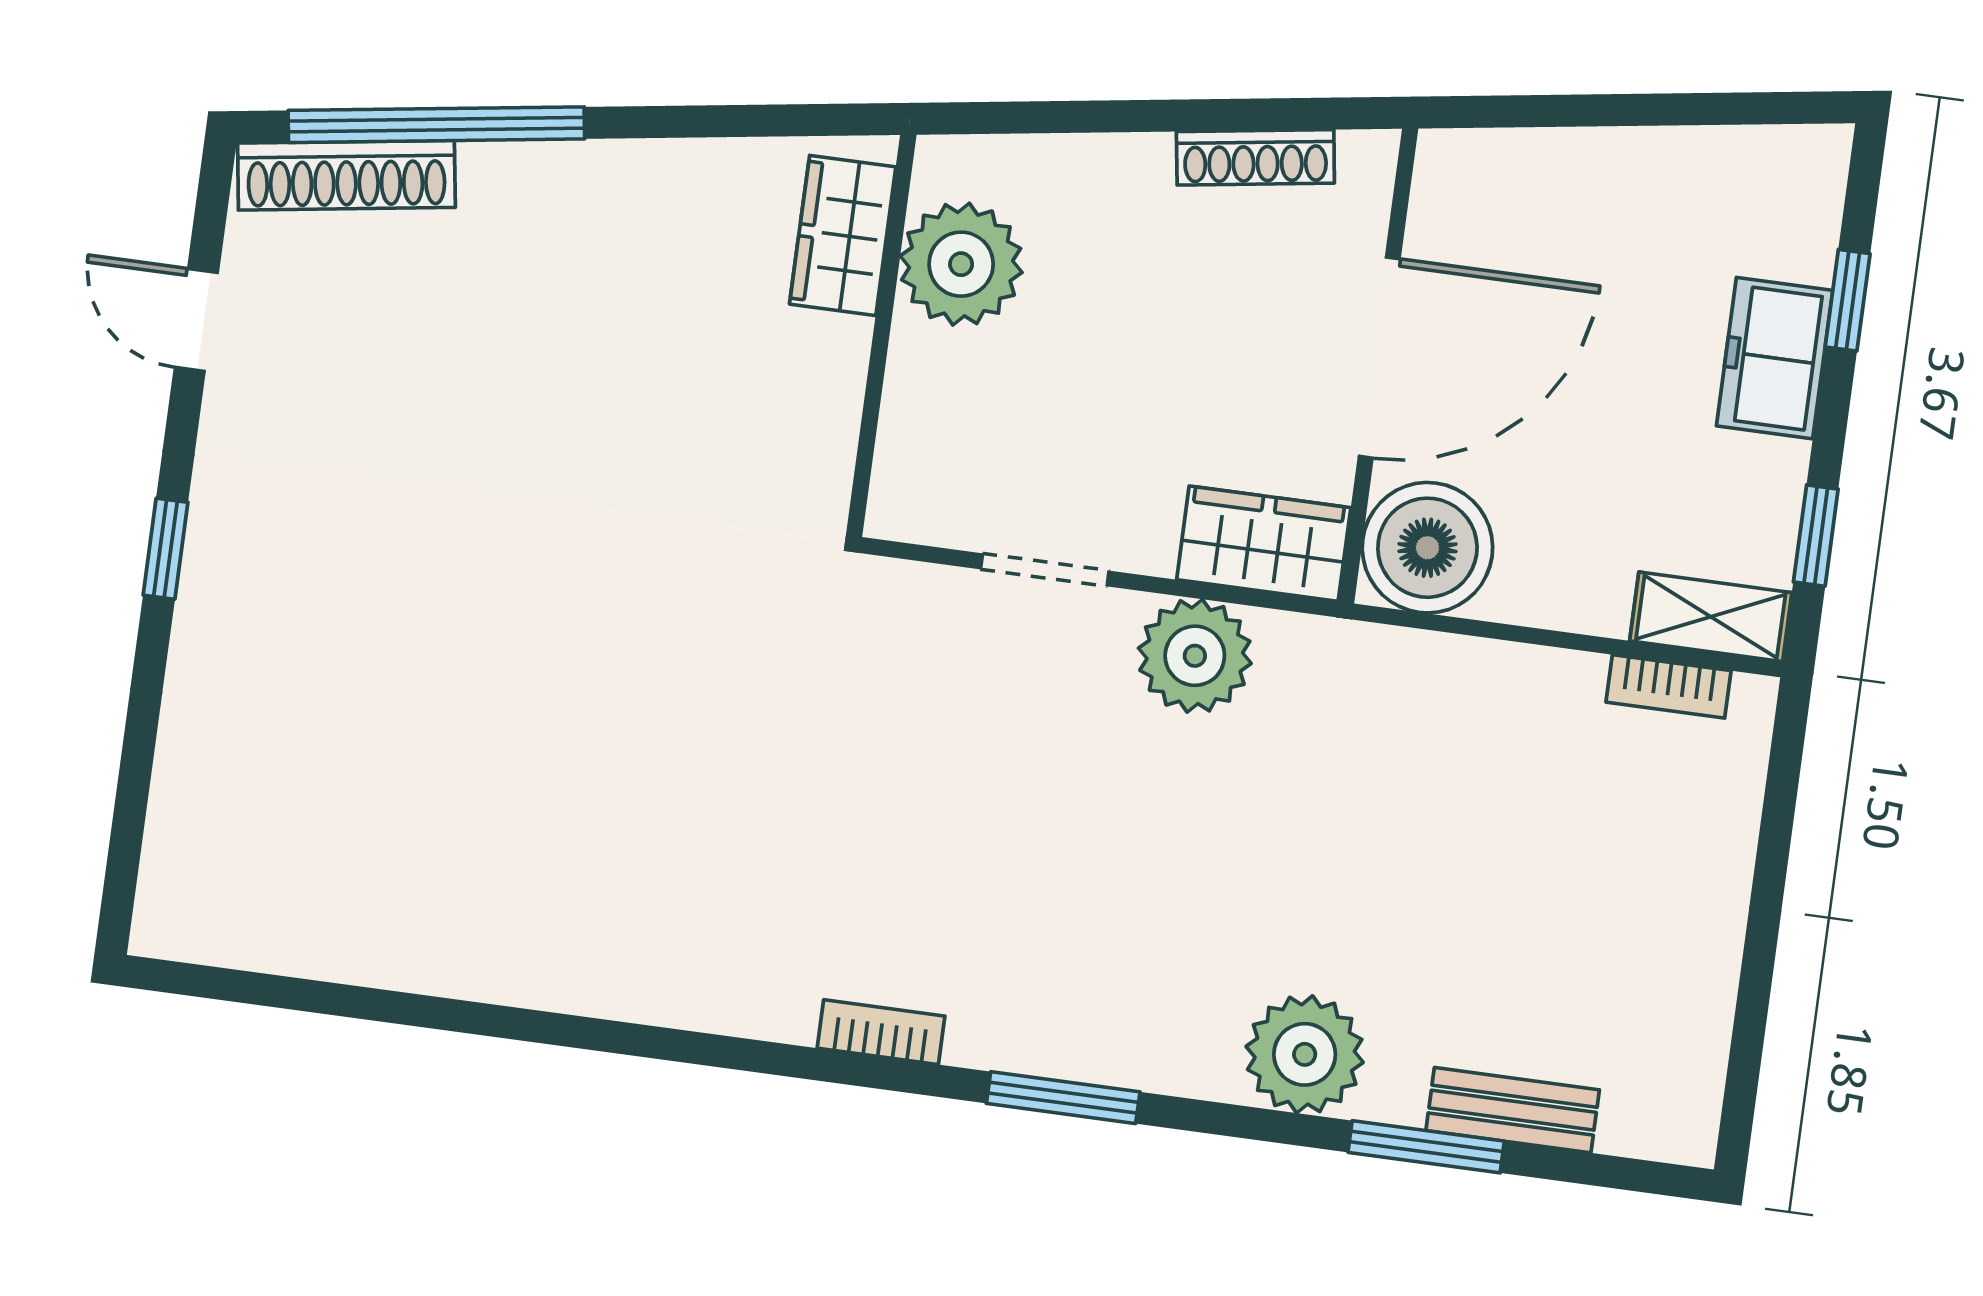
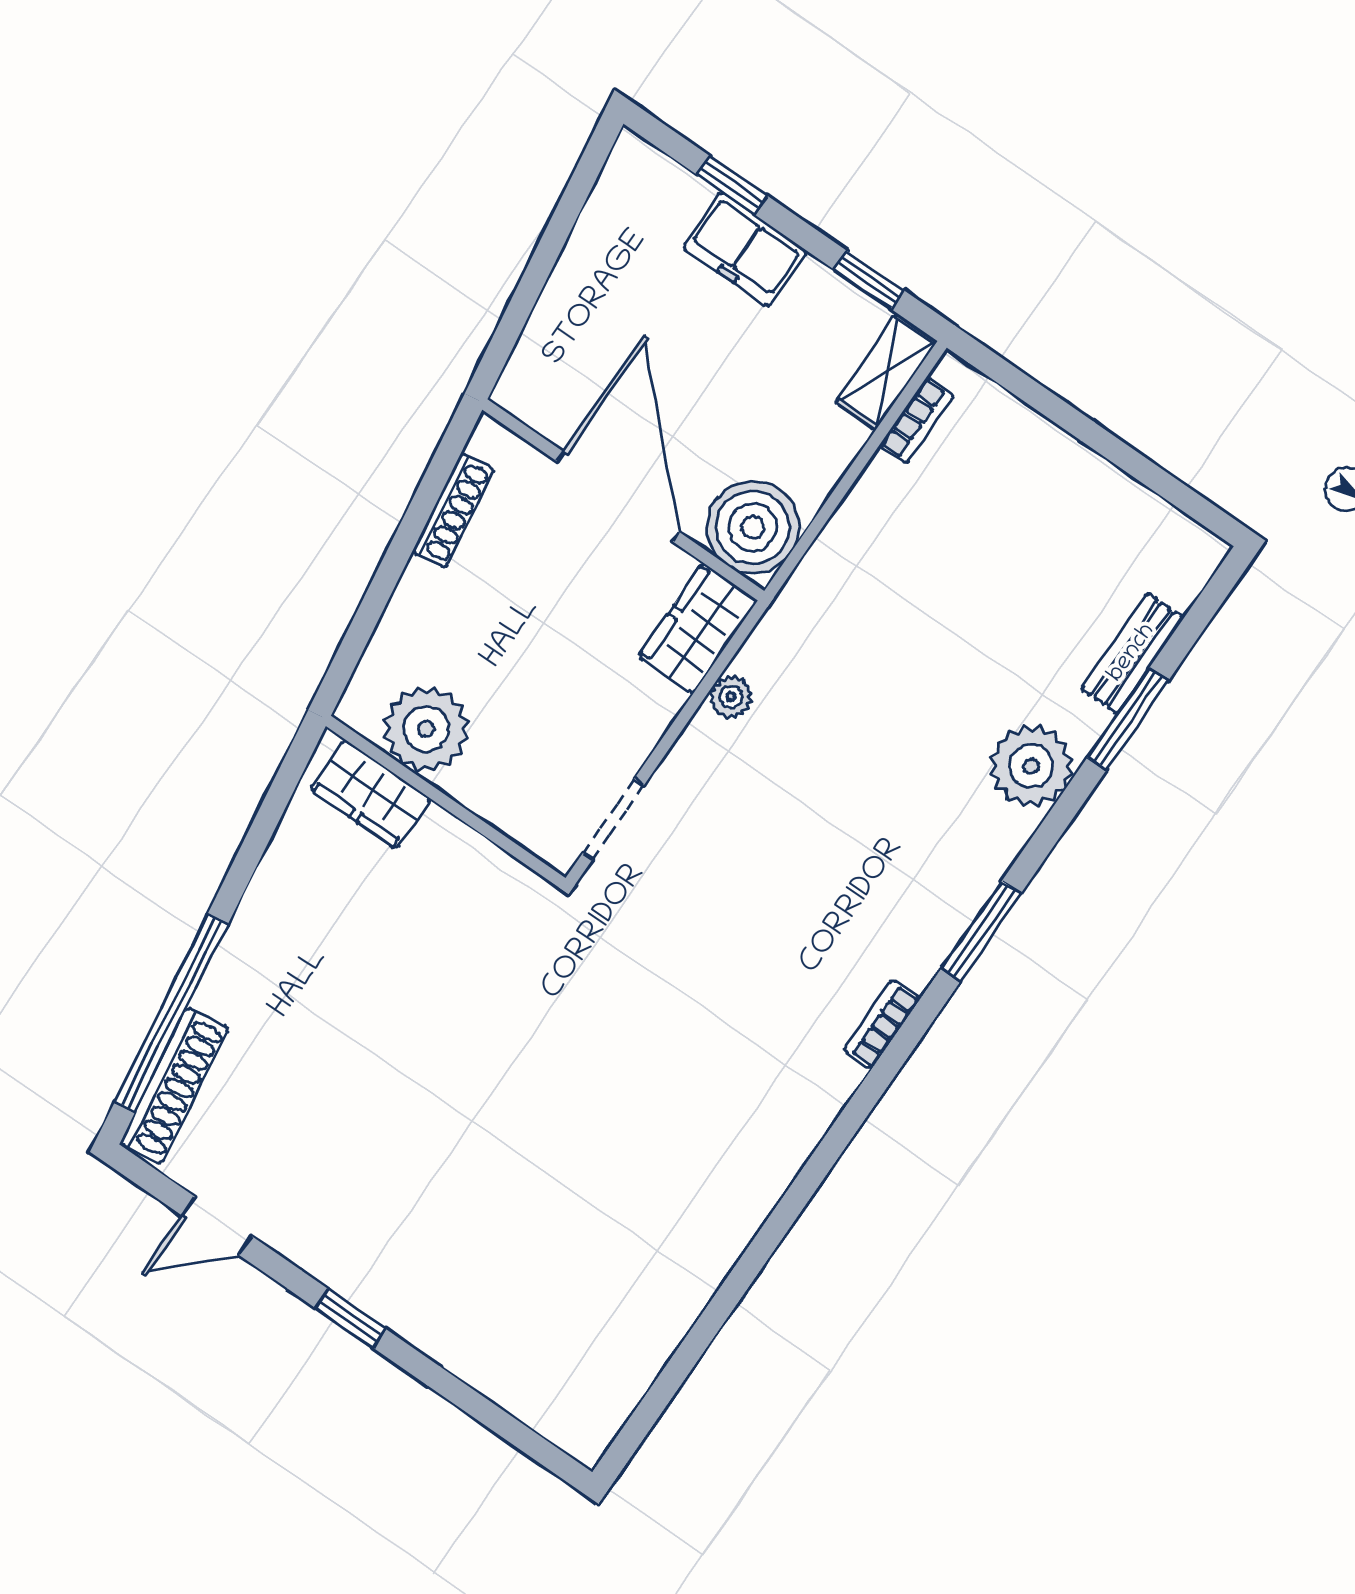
doorway: (1045, 570) -> (613, 819), moved
plant: (1195, 656) -> (731, 697), width x0.53, depth x0.53

